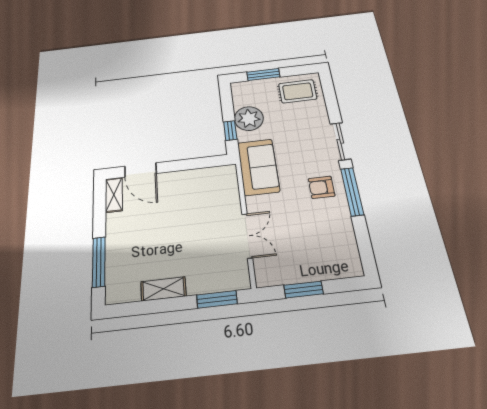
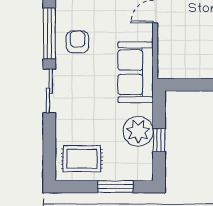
window: (230, 131) -> (159, 140), moved
armchair: (322, 187) -> (77, 42), turned -90

